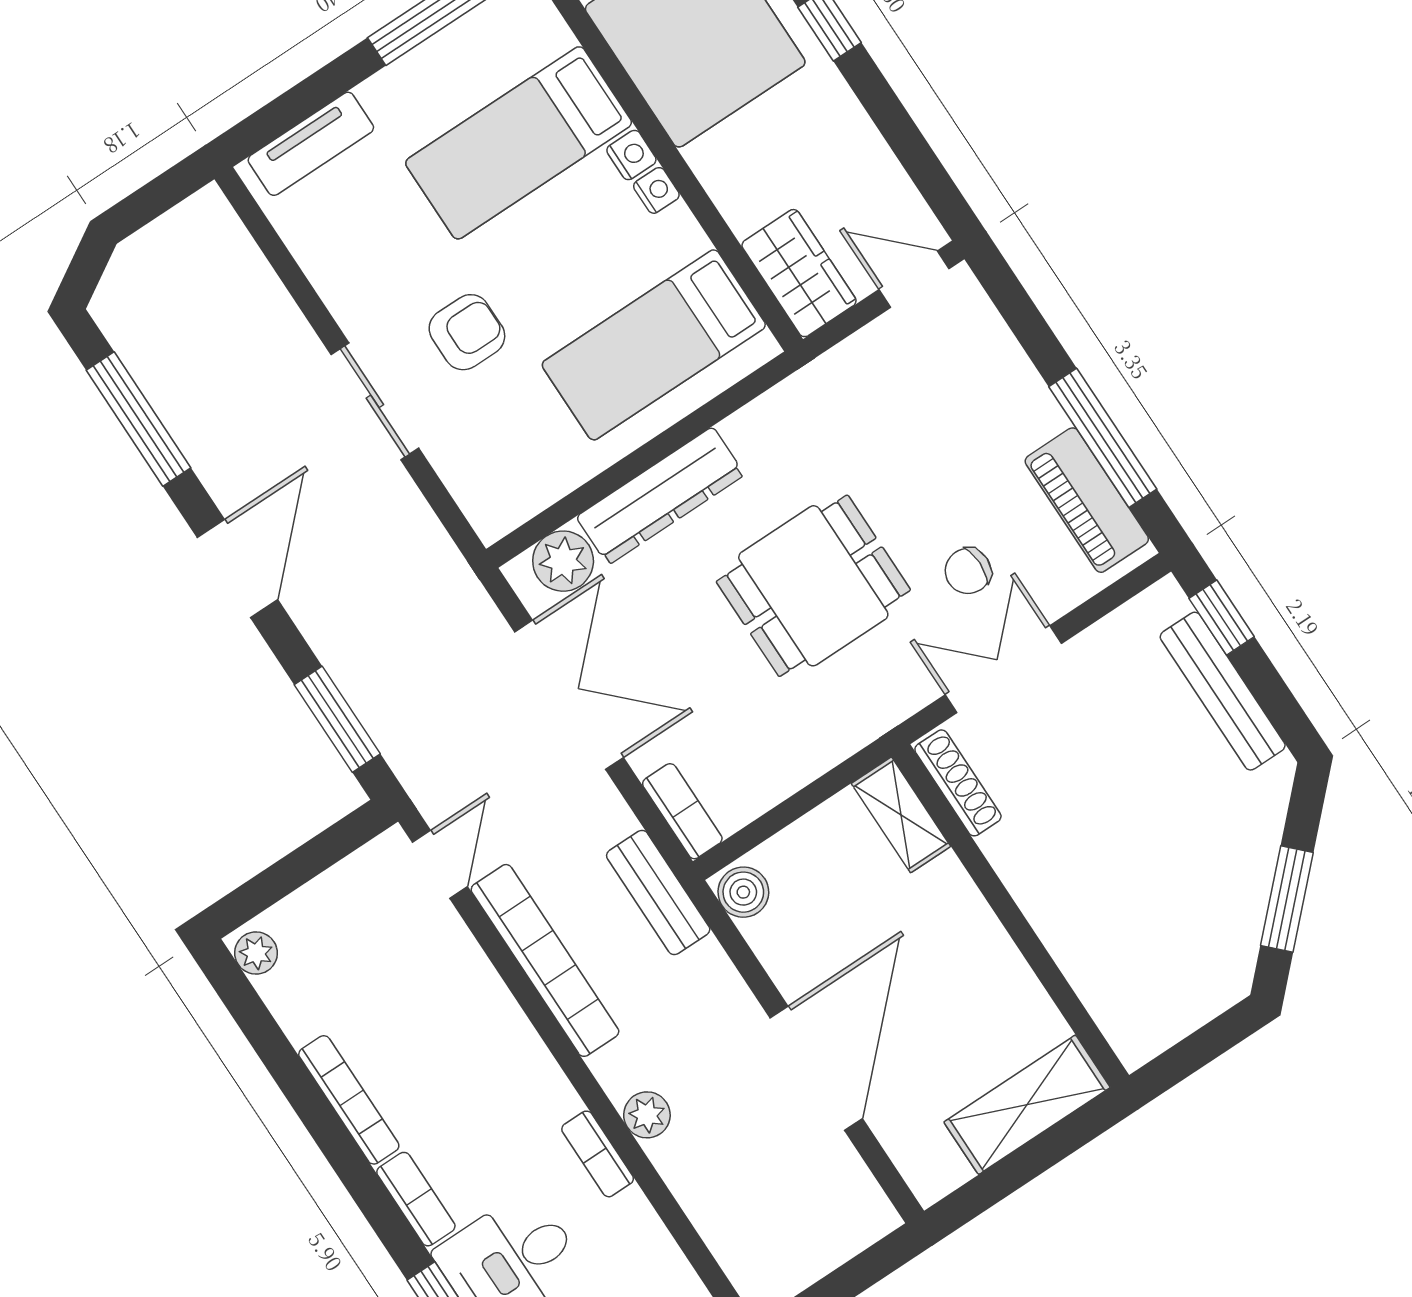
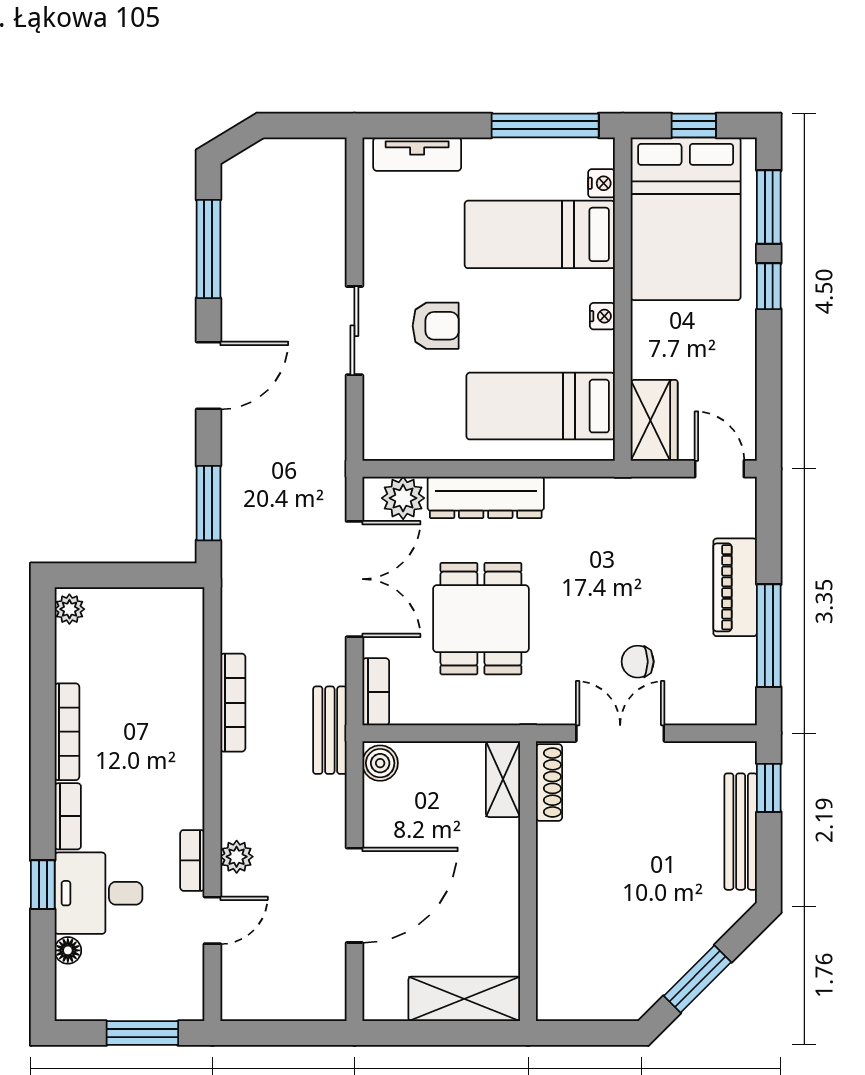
nightstand: (631, 155) -> (601, 183), moved
piano: (1087, 500) -> (735, 587), moved
dining table: (813, 586) -> (481, 619), moved, turned 90
door: (440, 864) -> (212, 920), moved
bookcase: (545, 960) -> (233, 703), width x0.68, depth x0.76

